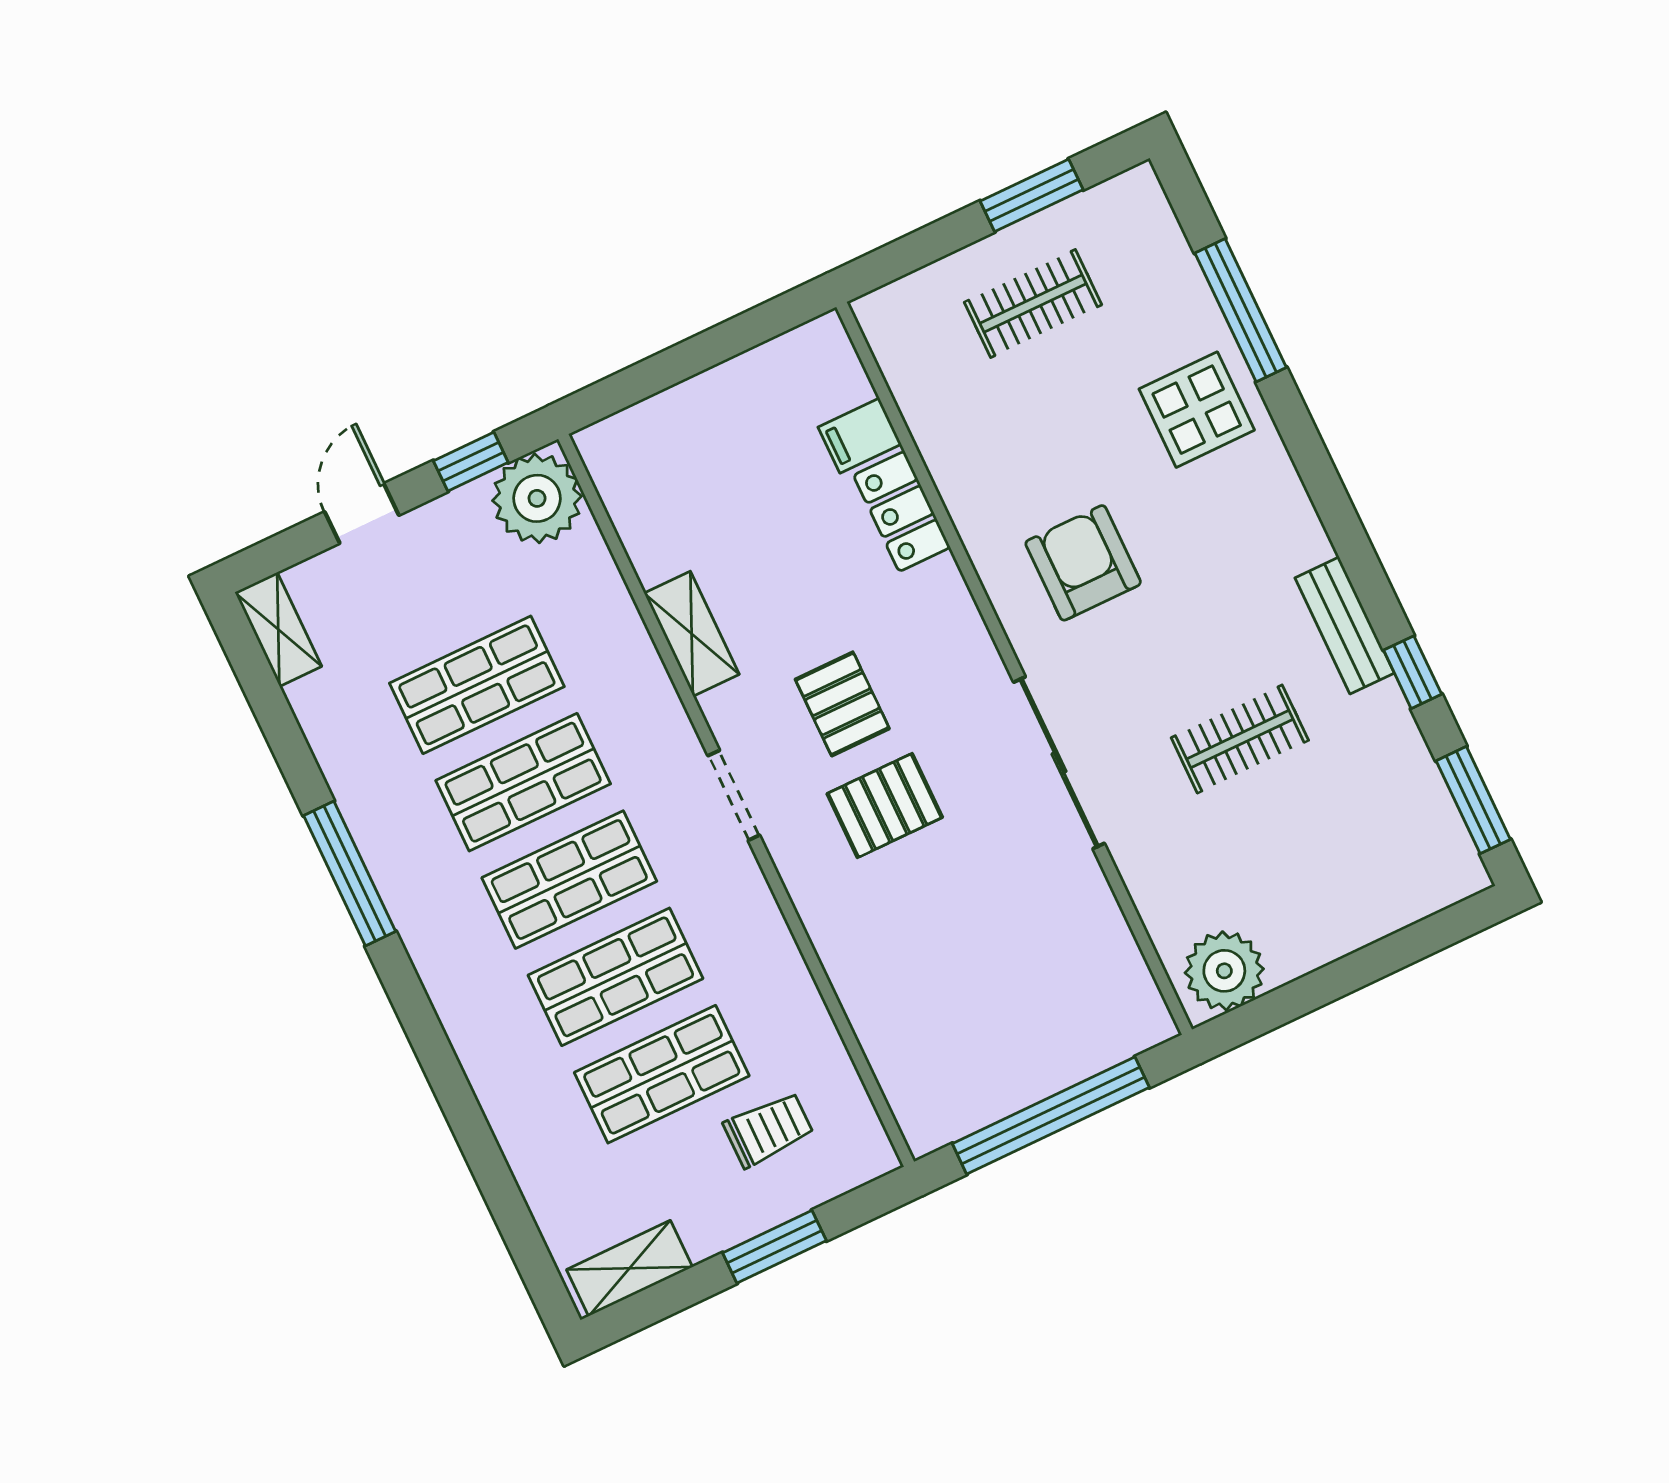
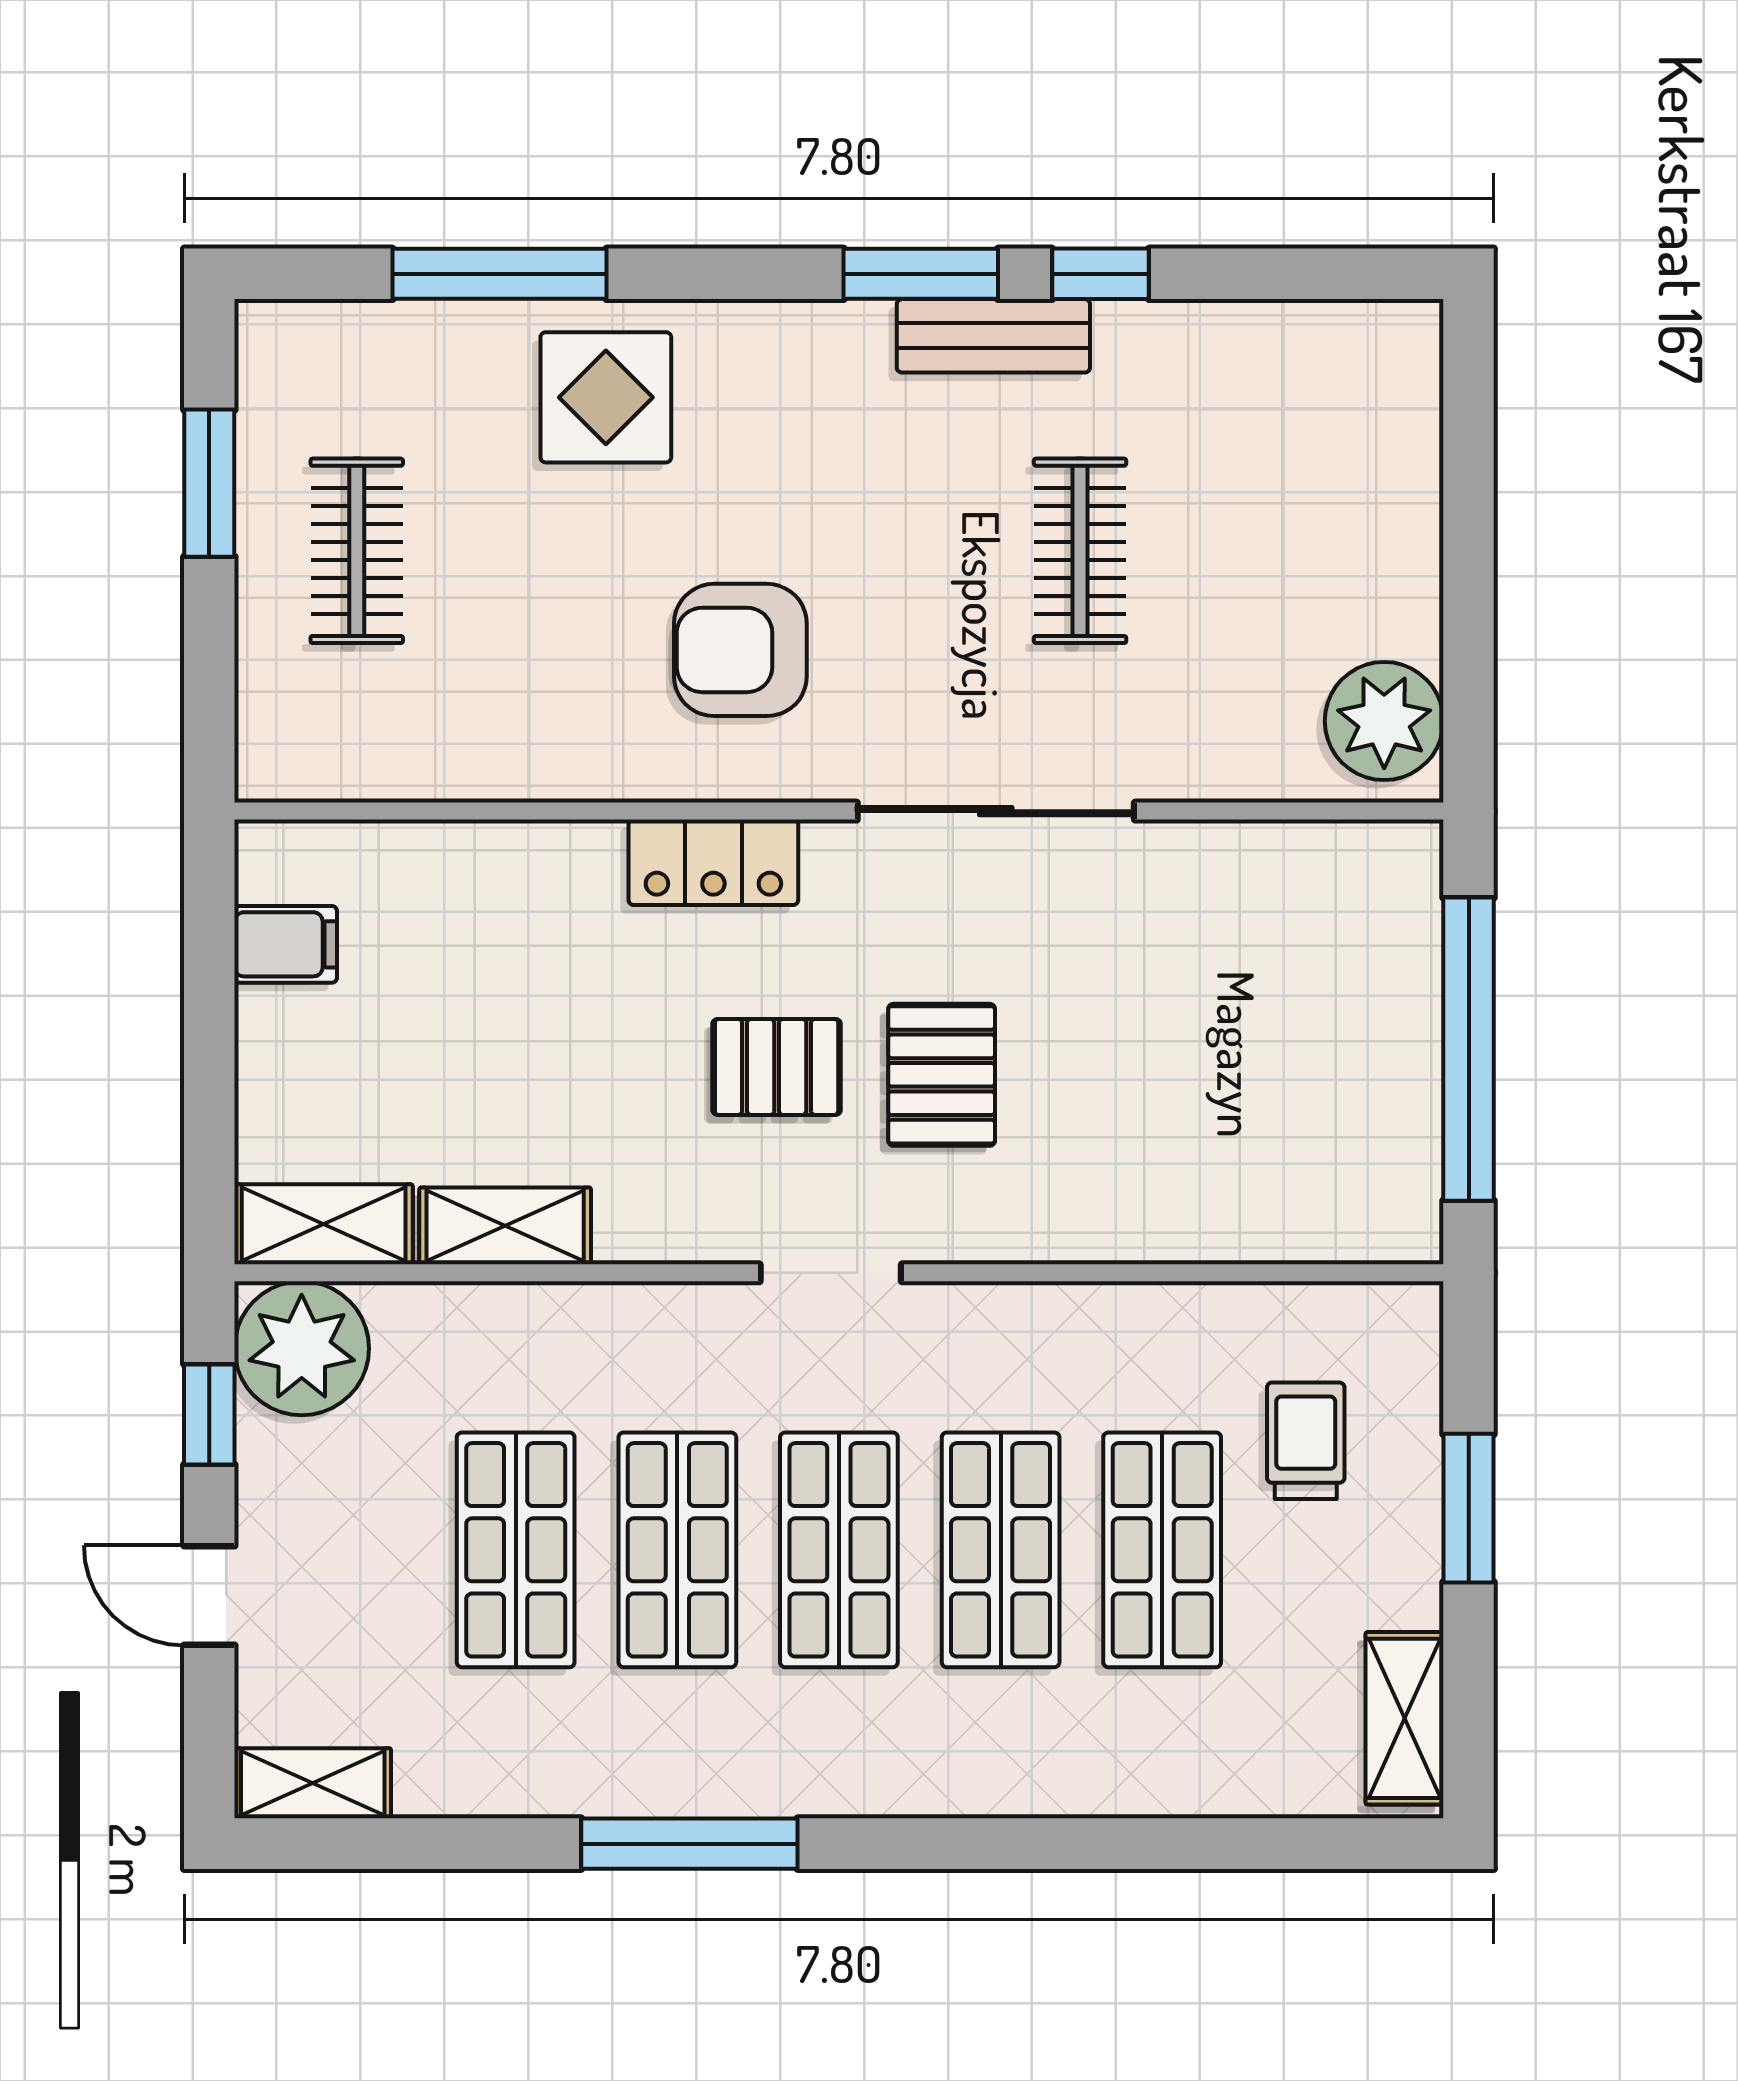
filing cabinet: (860, 436) -> (286, 944), moved, turned -90
shelving: (618, 476) -> (324, 1224), added
locker: (902, 511) -> (713, 862), moved
shelving: (692, 634) -> (505, 1226), moved
window: (1473, 800) -> (921, 274), moved

